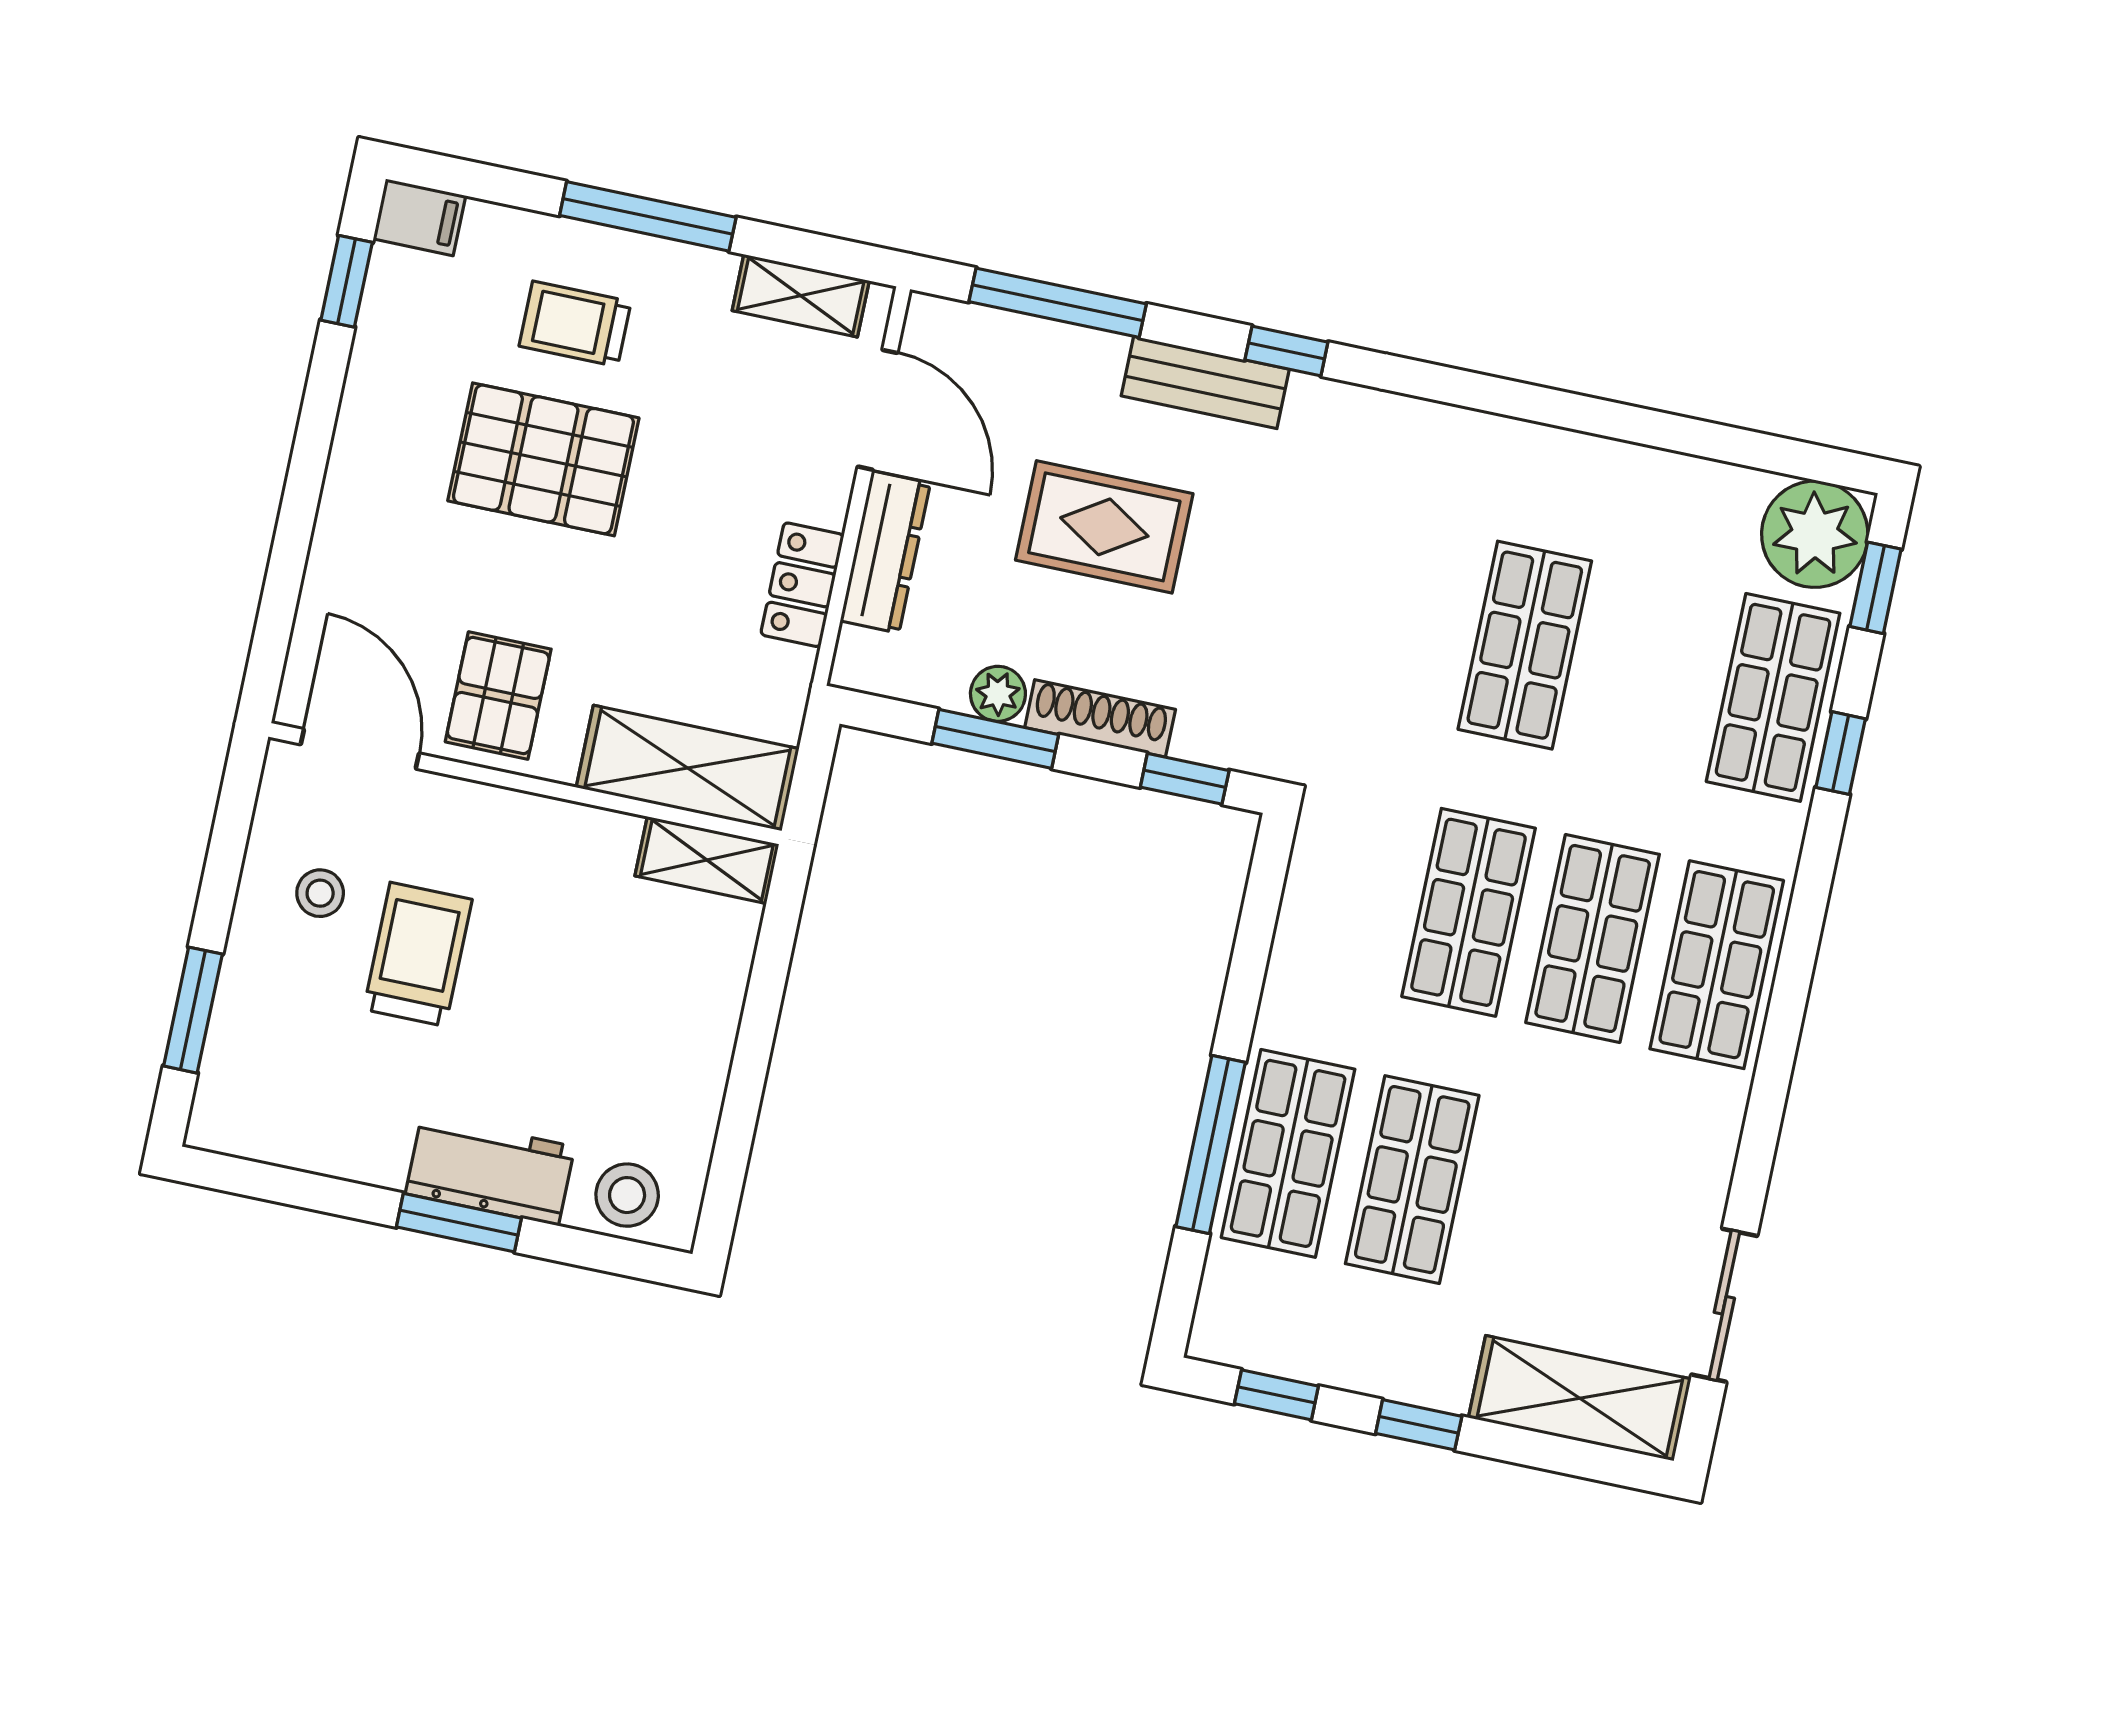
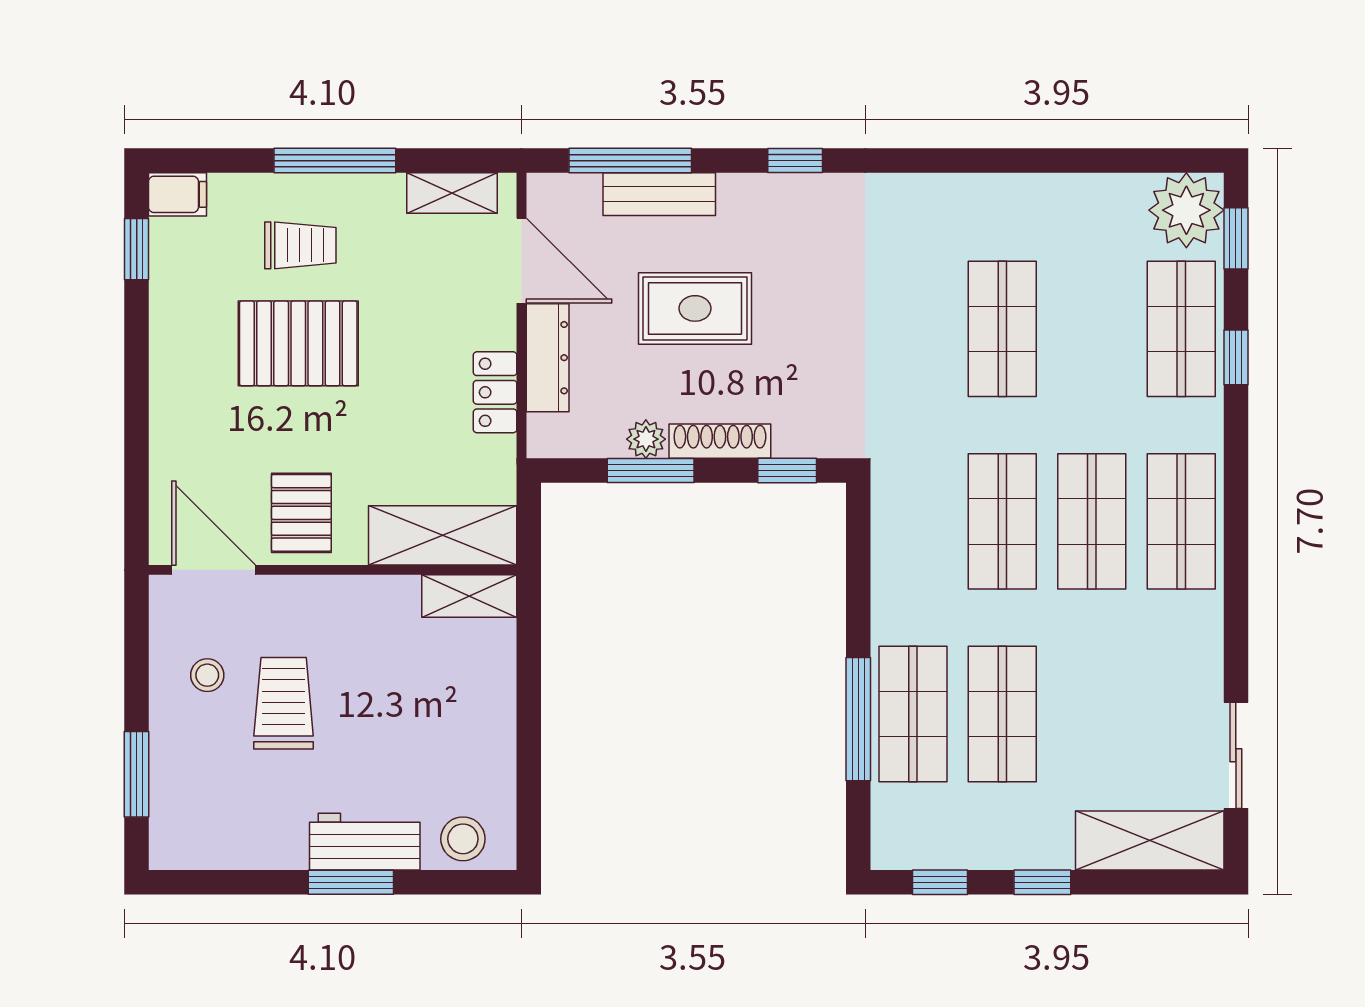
trolley: (575, 324) -> (300, 245), turned 180
bench: (1205, 382) -> (659, 194), moved

